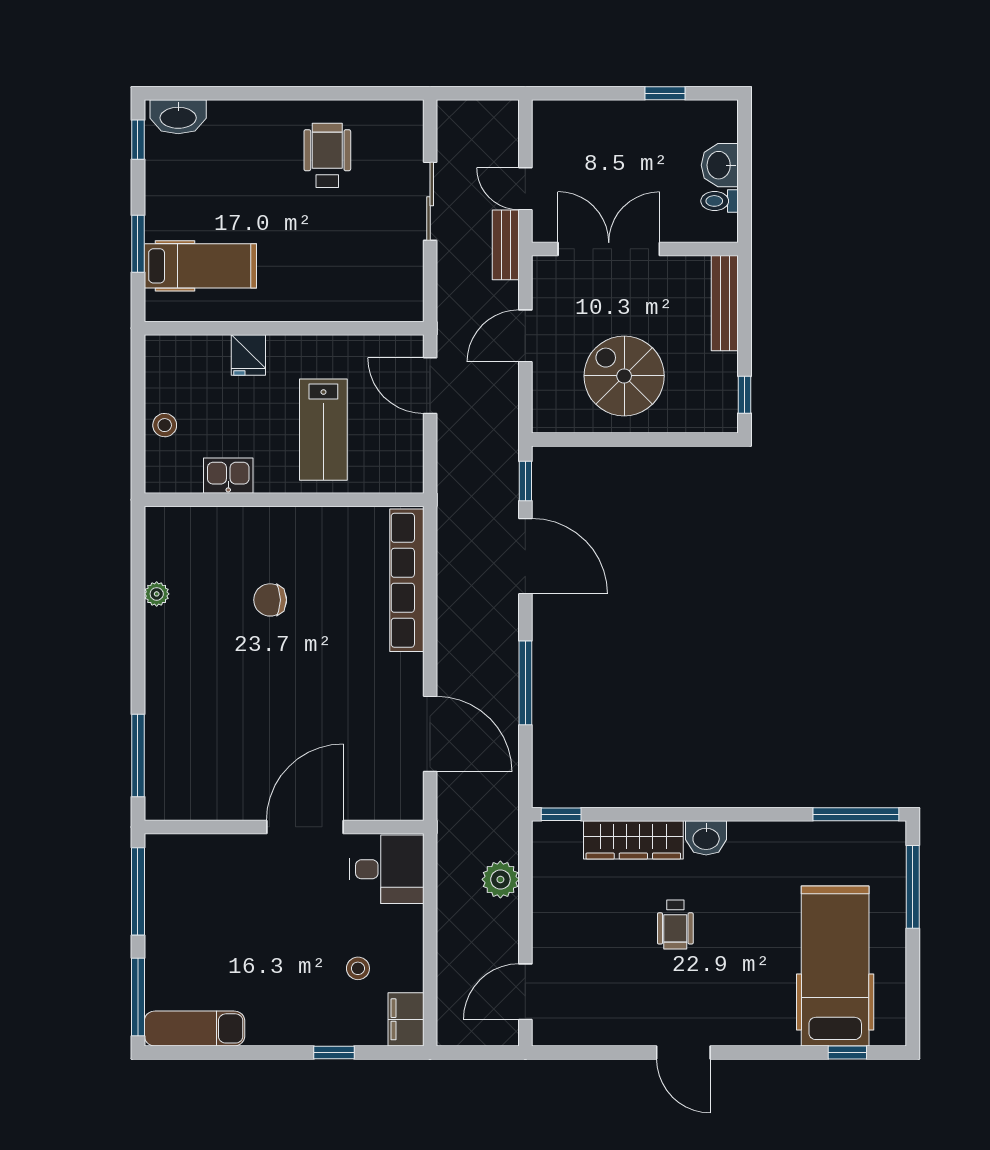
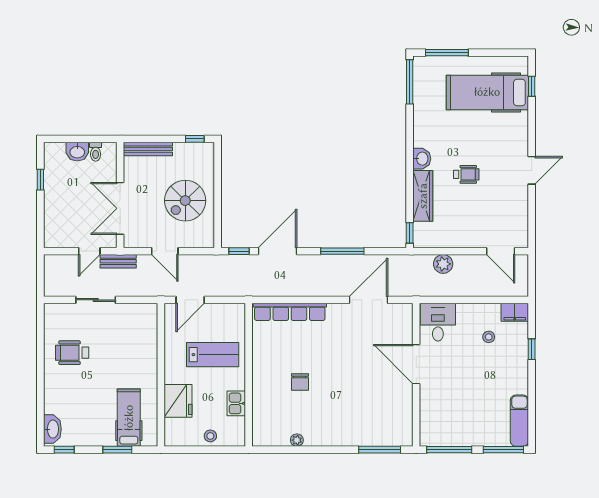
fridge: (248, 355) -> (178, 401), width x1.88, depth x1.34

